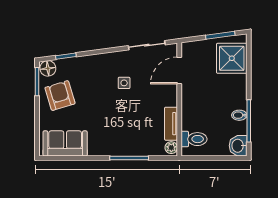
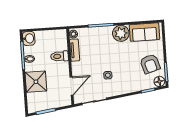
shower: (232, 58) -> (36, 82), moved
toilet: (194, 139) -> (60, 56), moved
plant: (100, 144) -> (121, 33), added

